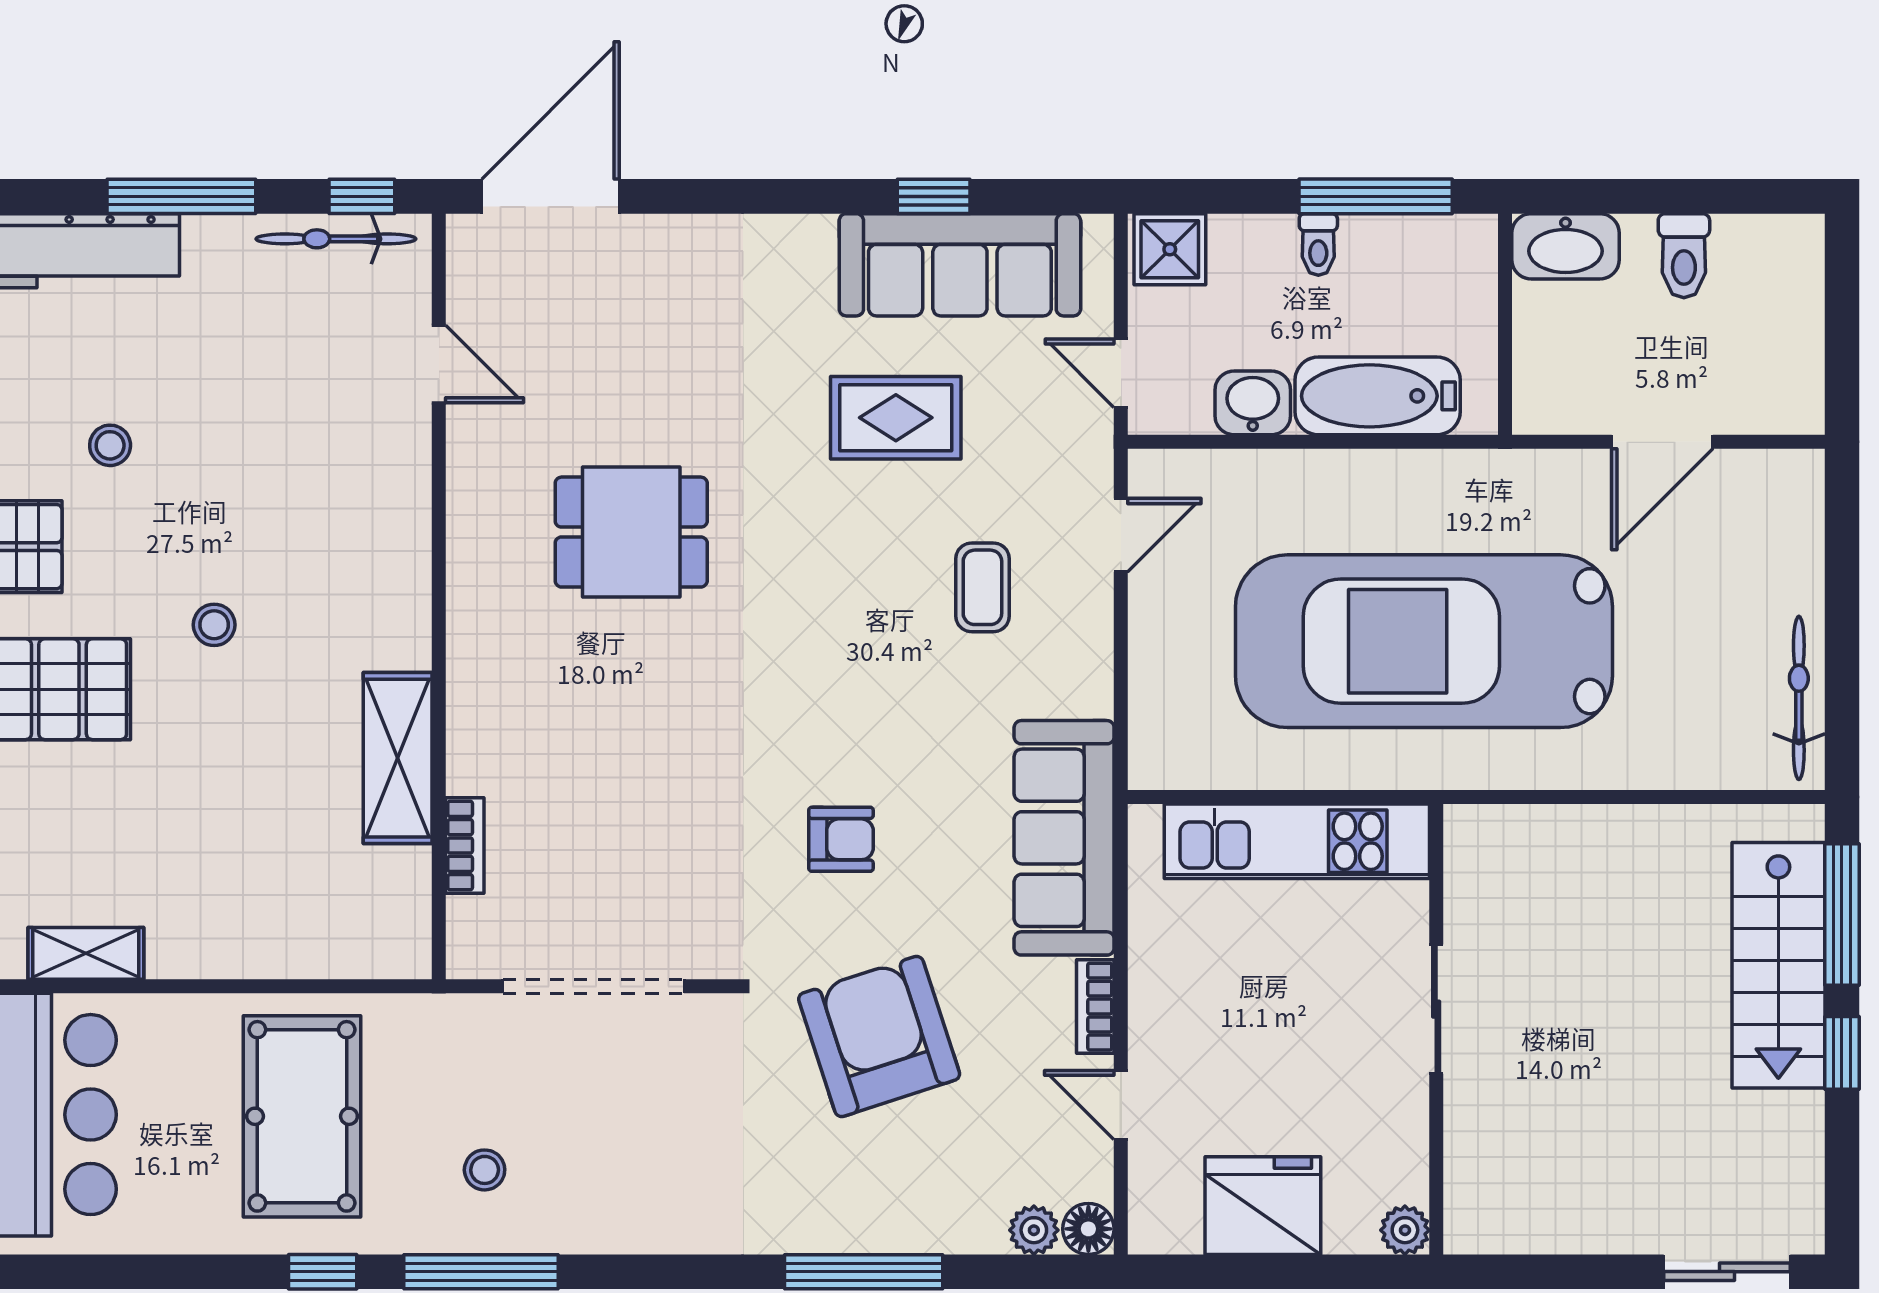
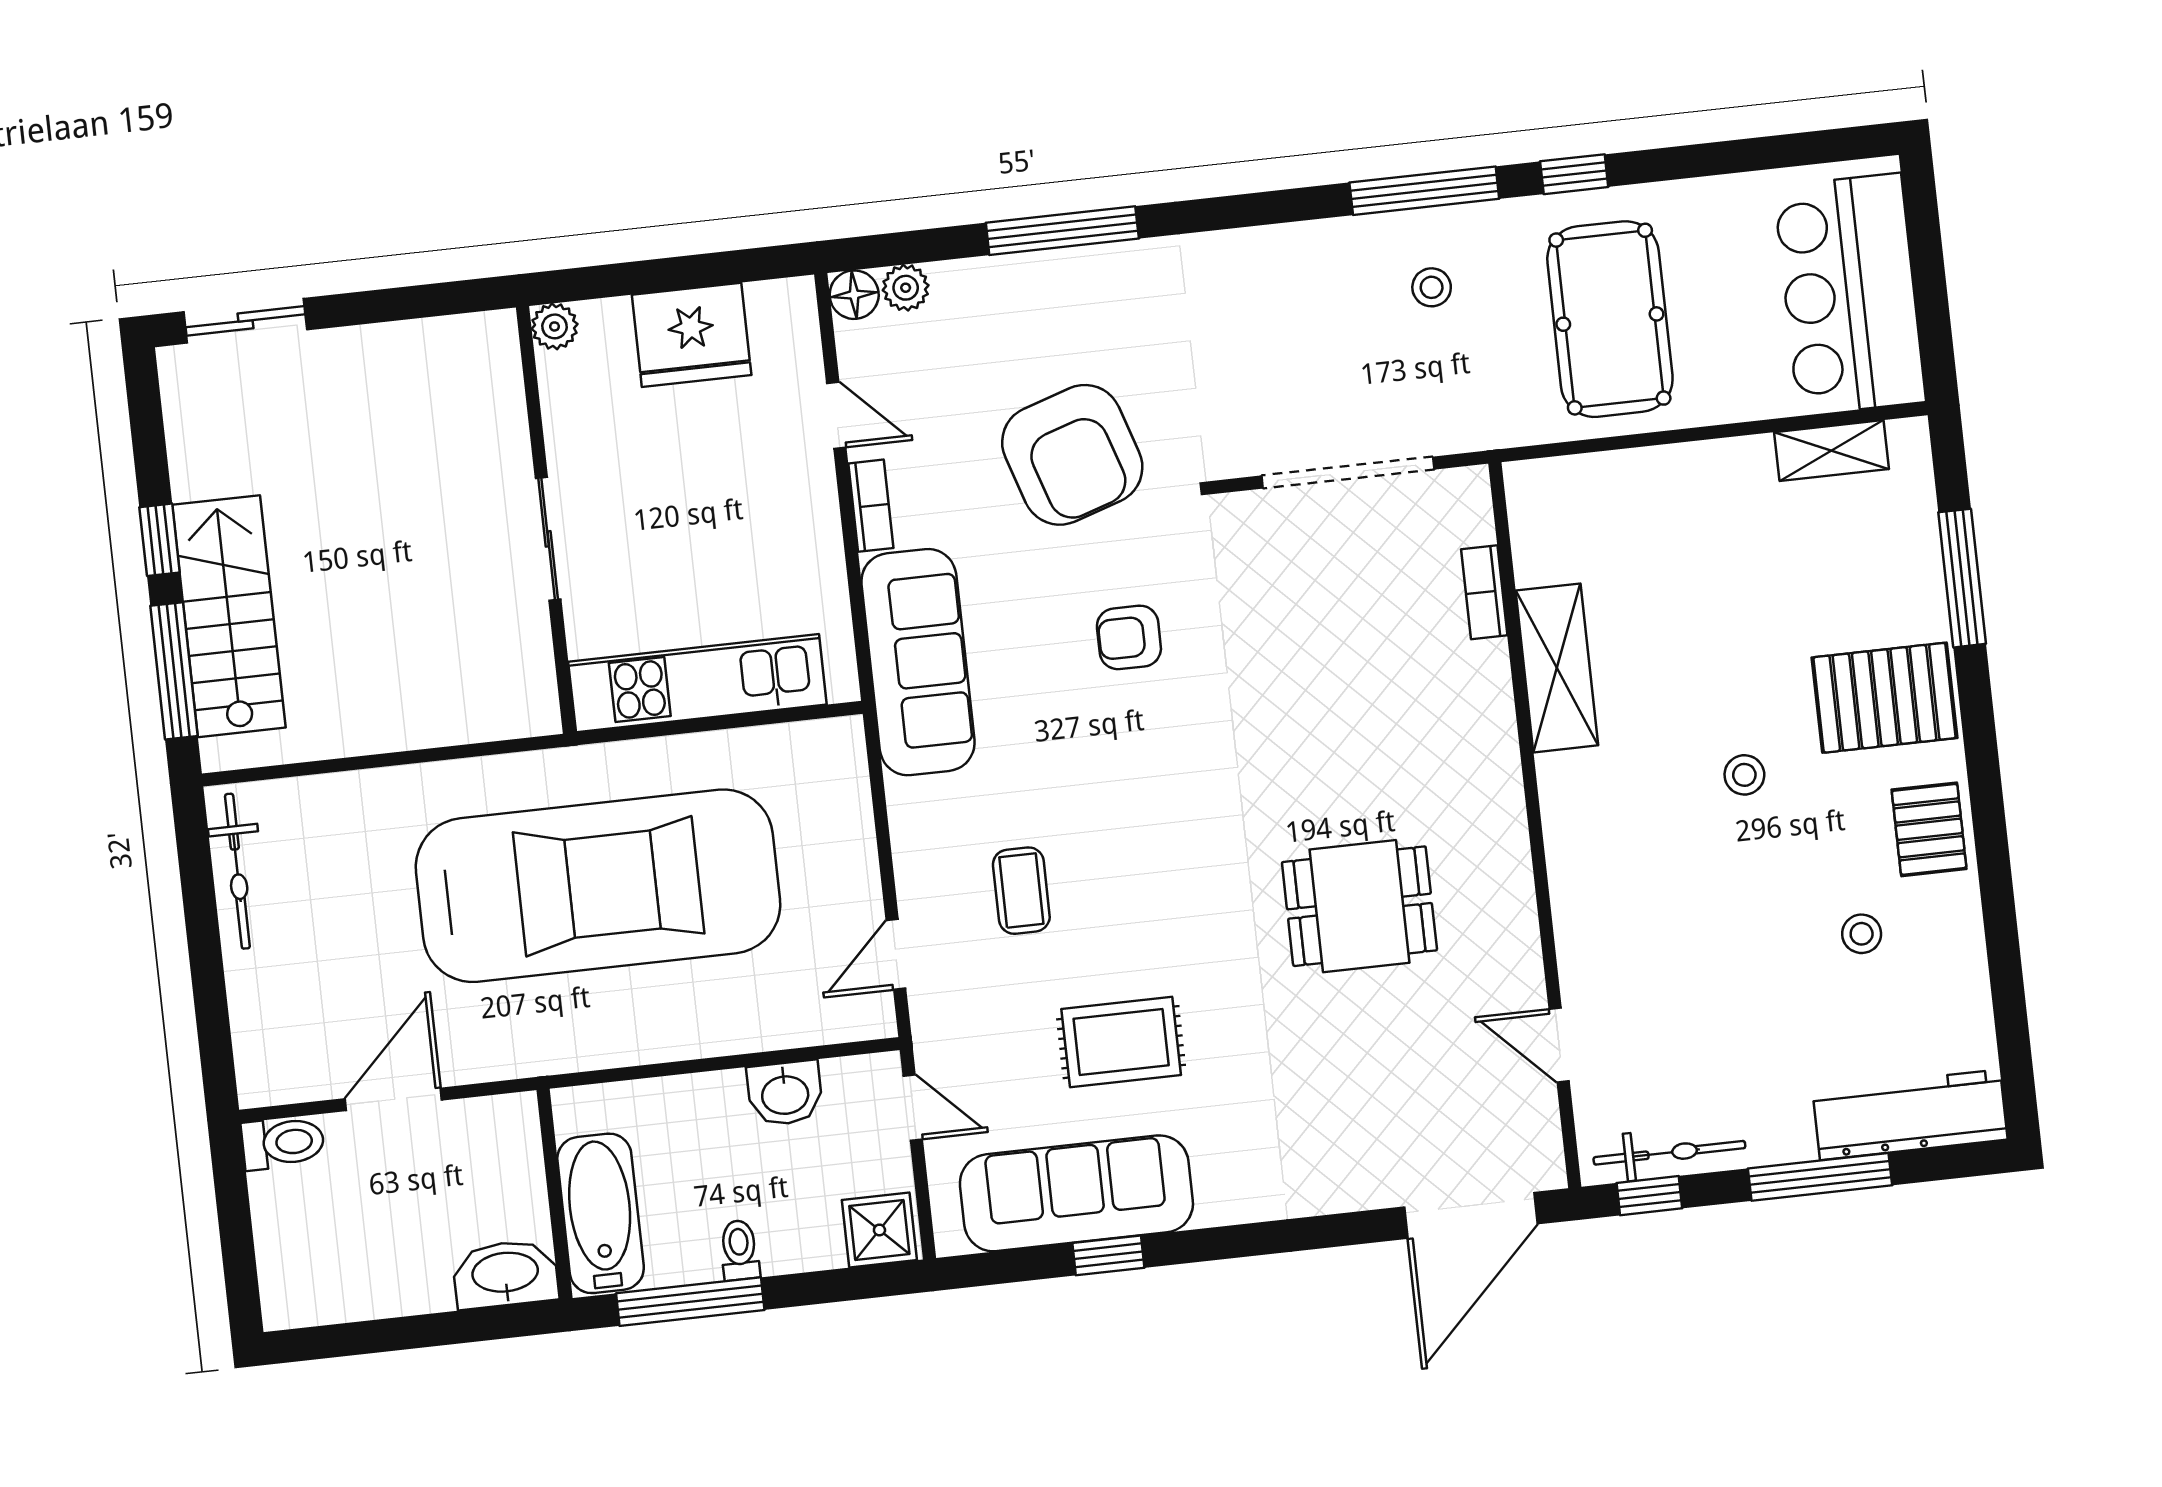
toilet: (1684, 256) -> (283, 1143), moved, turned 90
bathtub: (1378, 396) -> (601, 1213), moved, turned -90

